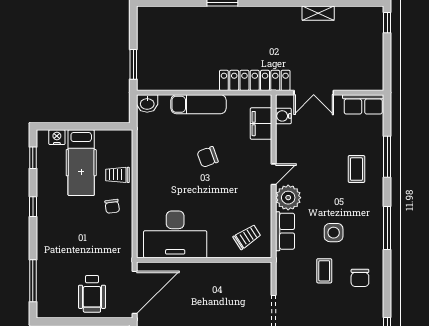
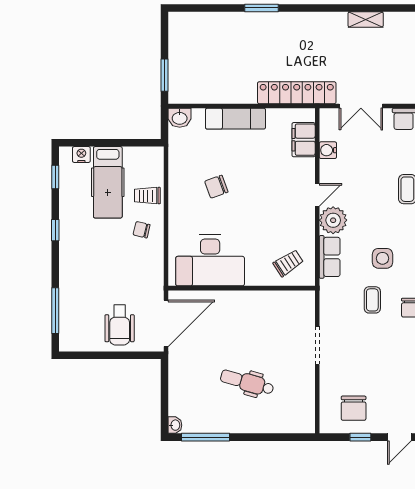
water cooler: (283, 116) -> (328, 150), moved
chair: (208, 157) -> (216, 187), moved
chair: (112, 206) -> (142, 230), turned 111

